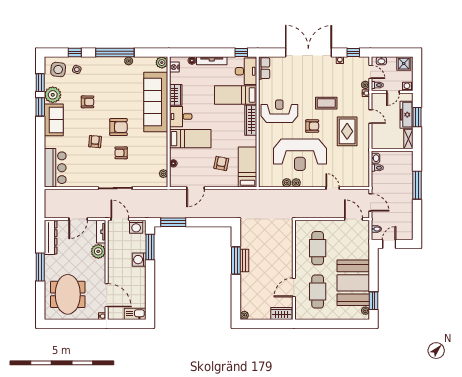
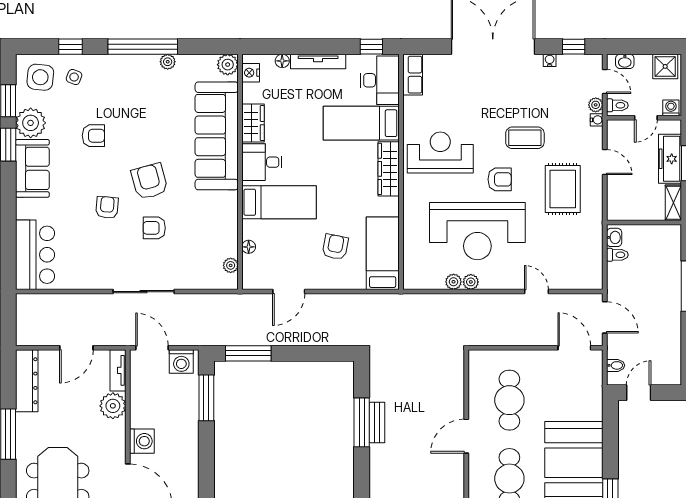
armchair: (119, 127) -> (149, 181), turned -105
washing machine: (139, 260) -> (142, 441), moved, turned 180
door: (294, 287) -> (466, 436), moved

